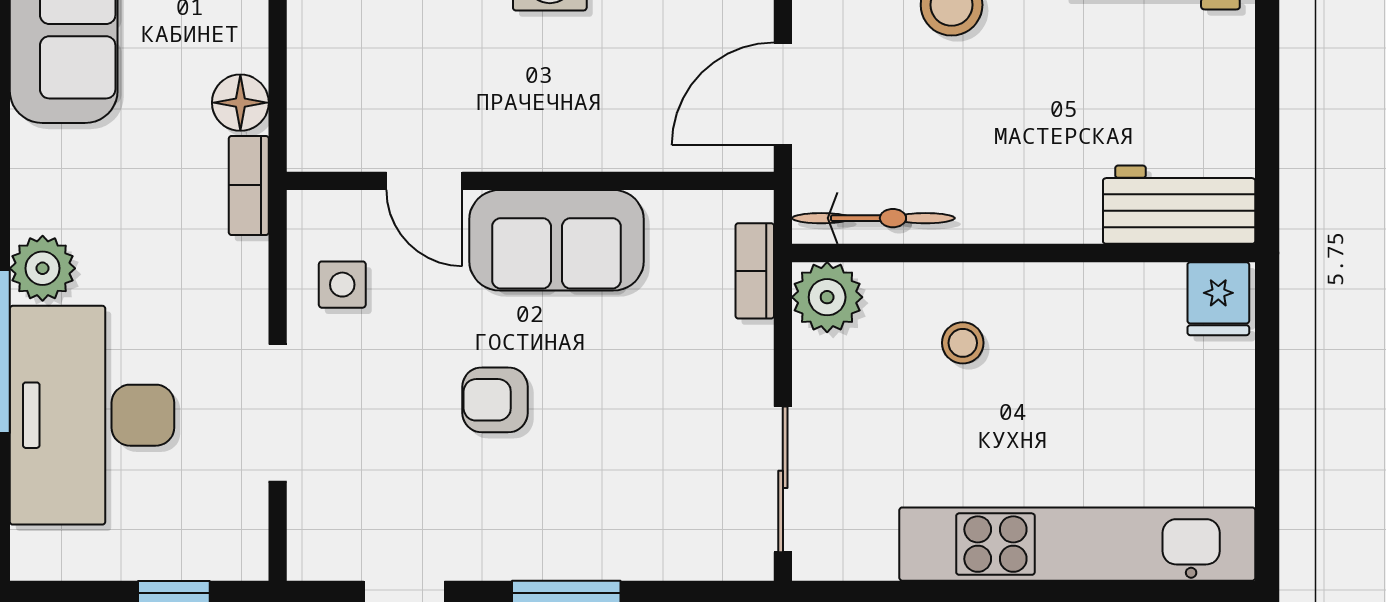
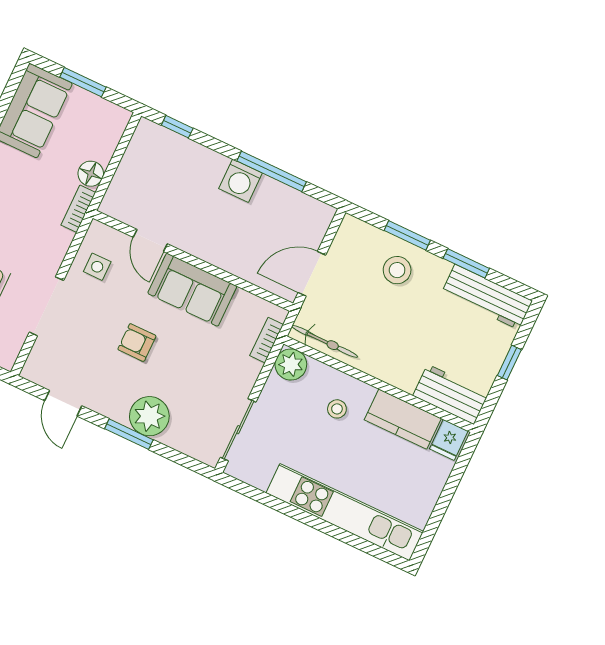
window: (1267, 84) -> (509, 363), added
kitchen counter: (1106, 301) -> (403, 419), added
plant: (591, 537) -> (149, 416), added

